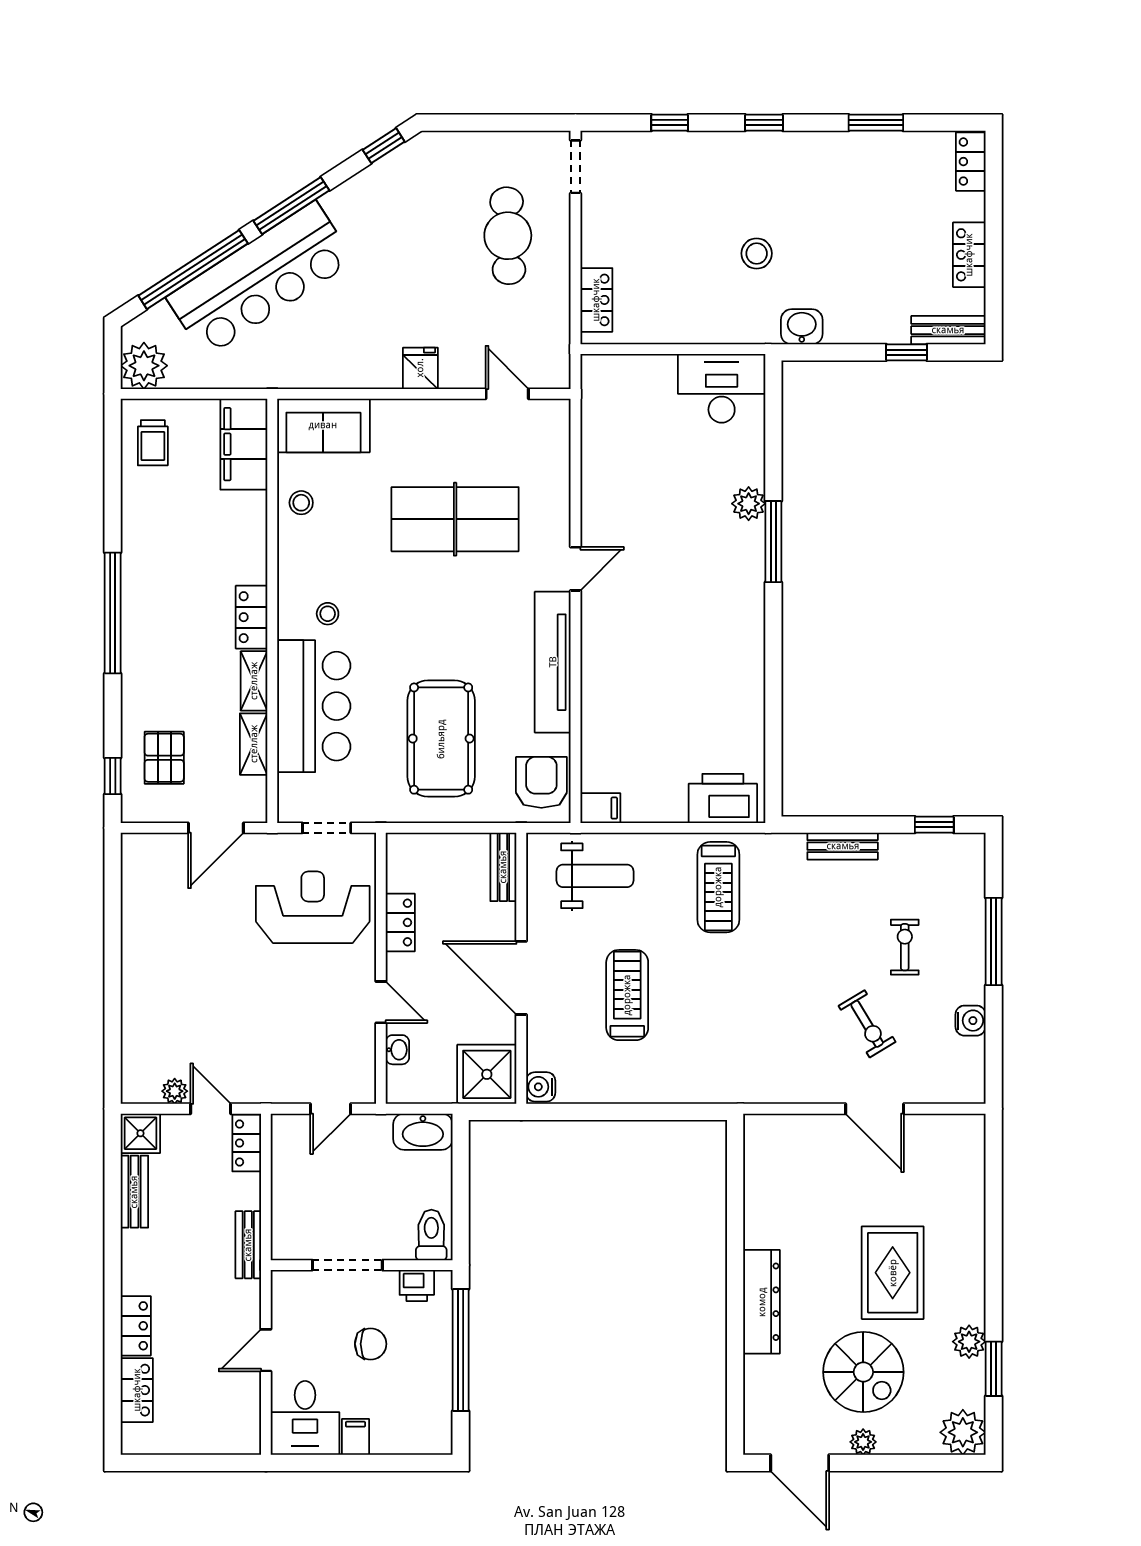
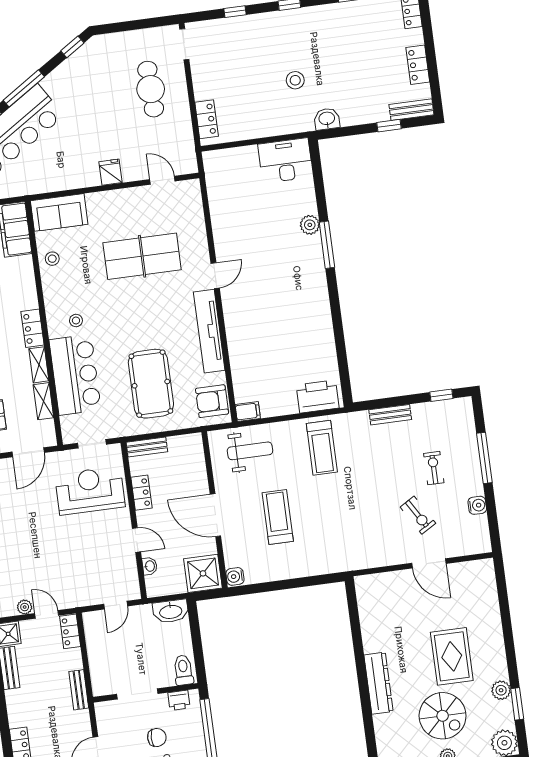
armchair: (541, 782) -> (212, 401), turned -90
bench: (503, 867) -> (147, 447), moved, turned 90

